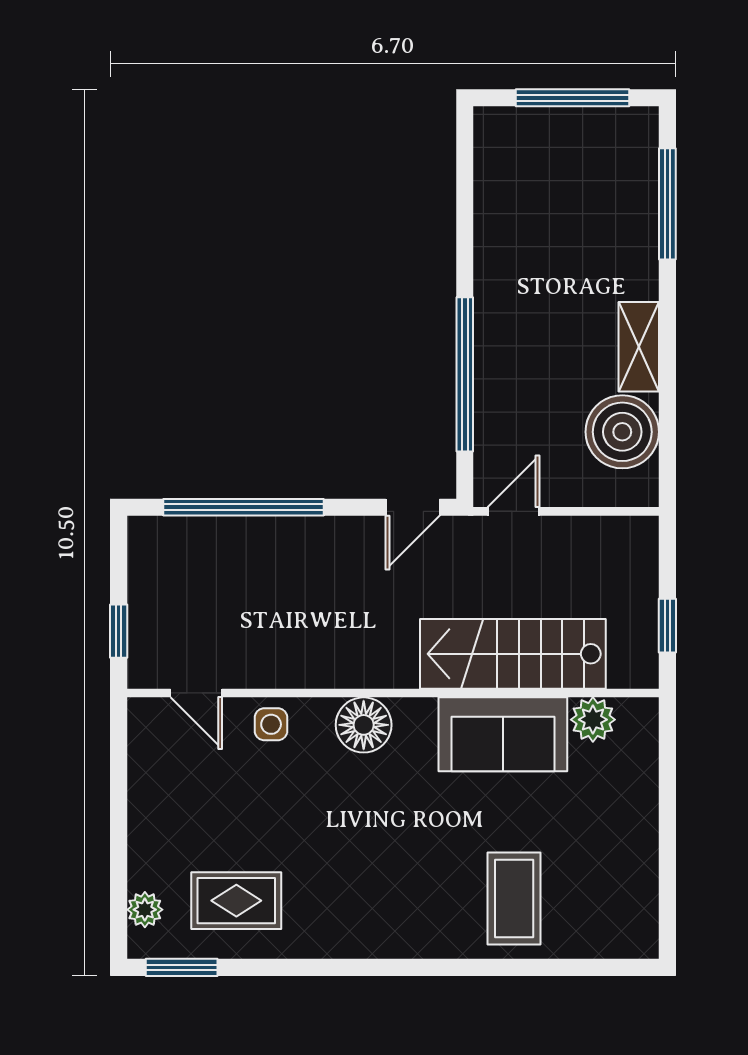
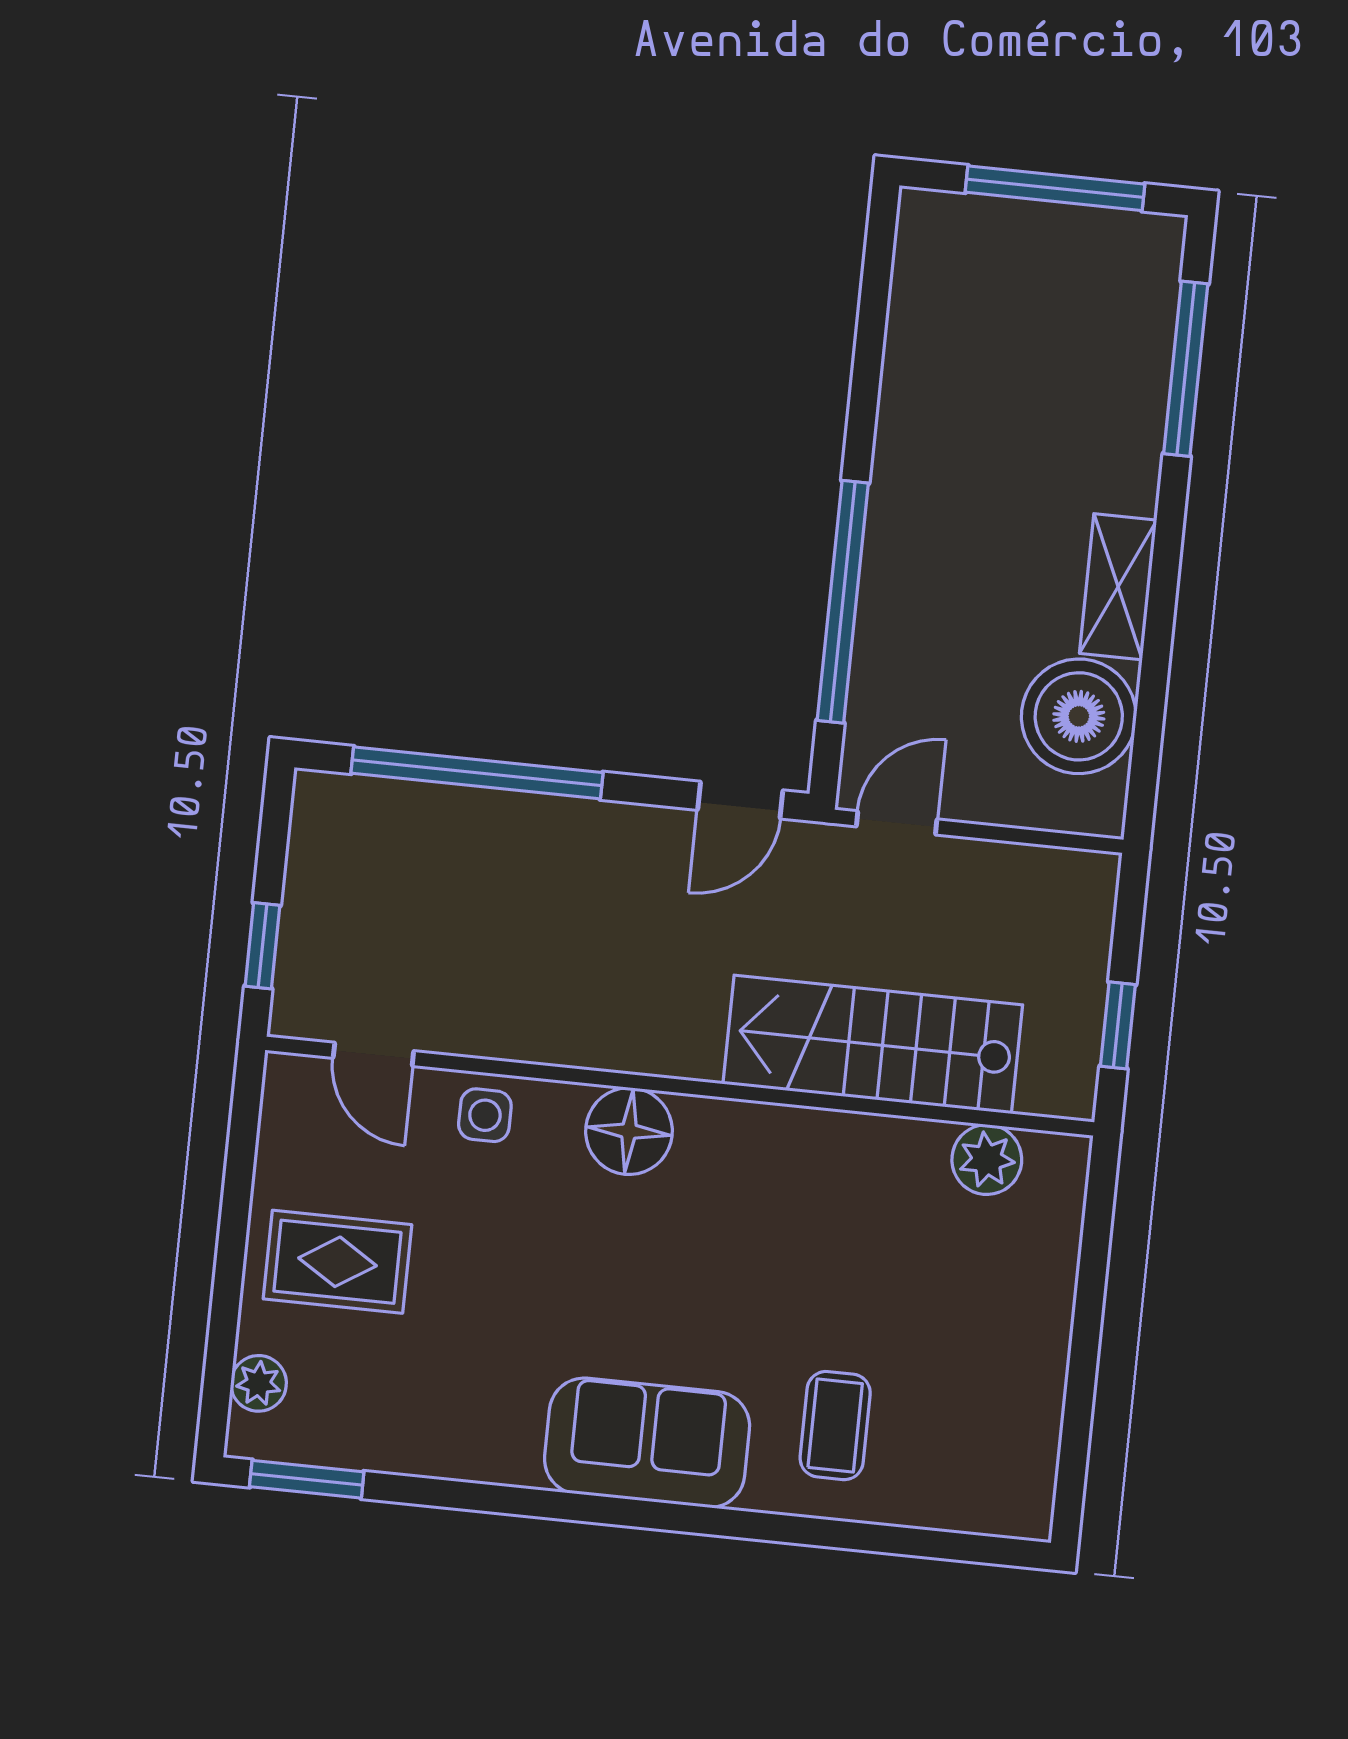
sofa: (503, 734) -> (647, 1443), moved, turned 180
coffee table: (514, 899) -> (835, 1426), width x0.73, depth x0.77
rug: (236, 901) -> (337, 1262), moved

